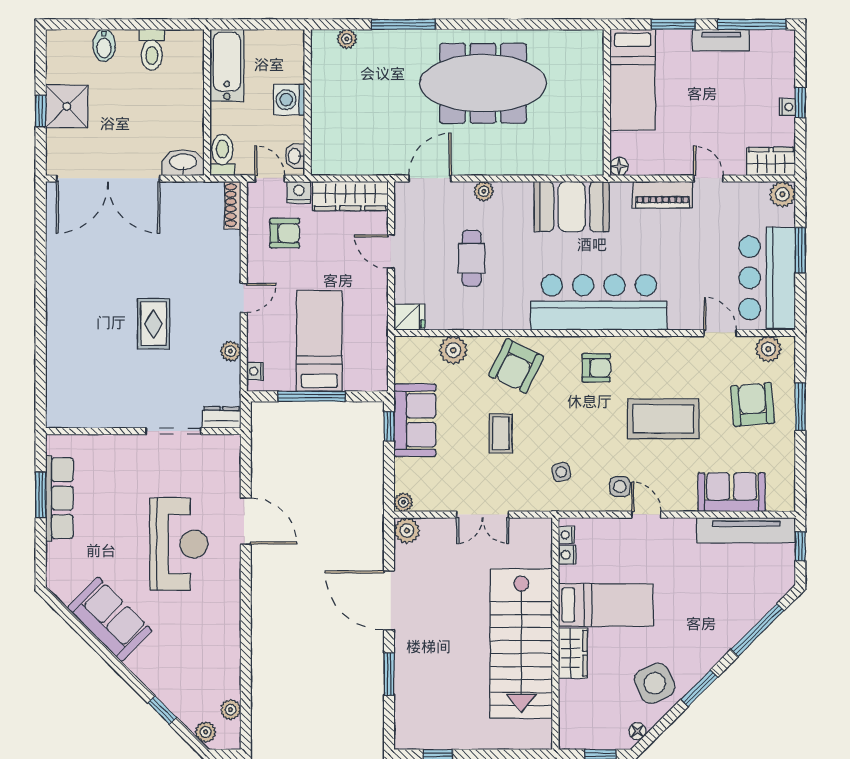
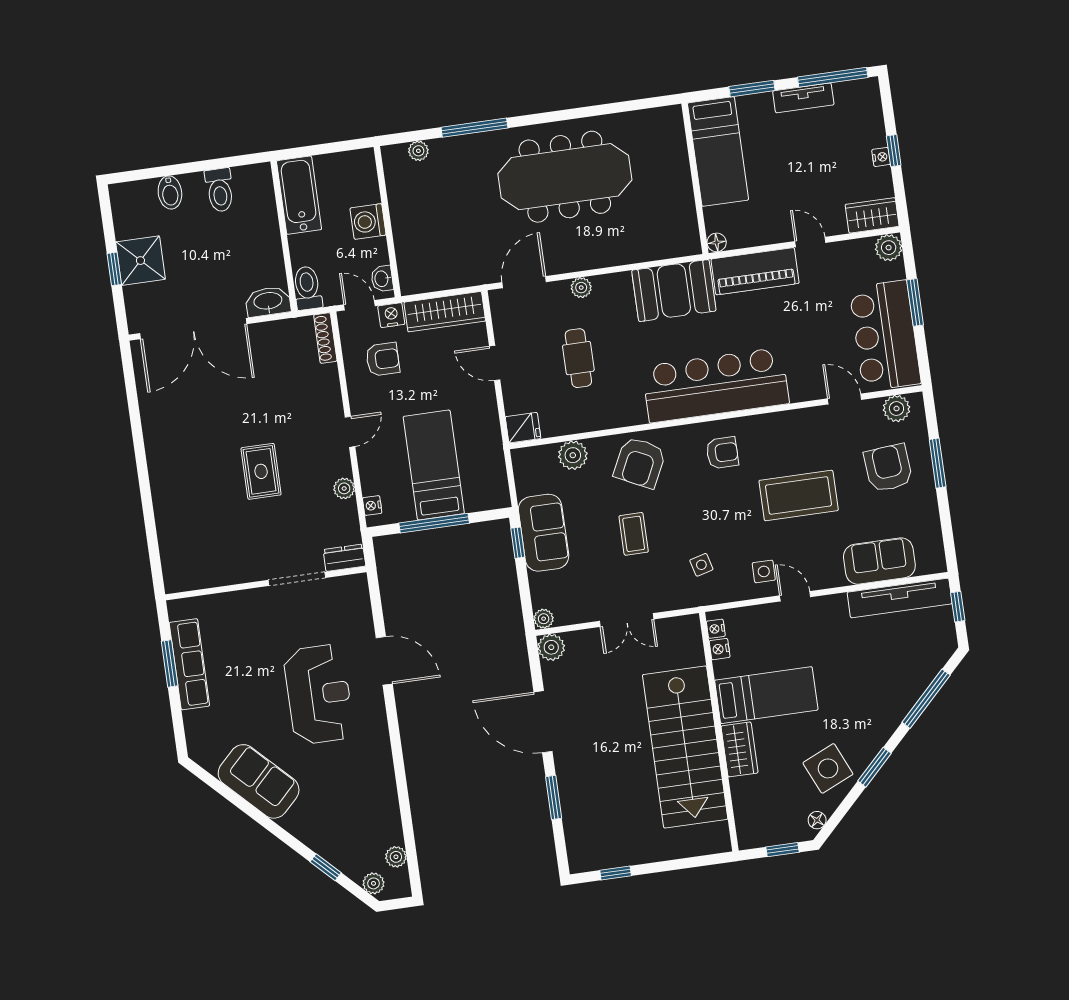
piano: (663, 195) -> (755, 271), width x1.37, depth x1.33

